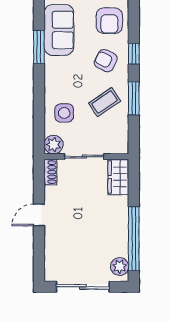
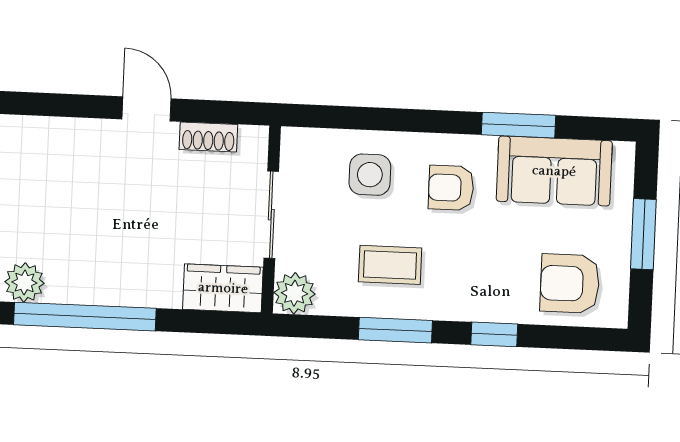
armchair: (106, 61) -> (451, 188), moved, turned -116
coffee table: (104, 102) -> (390, 265), turned -56
plant: (54, 145) -> (294, 293), moved
shoe rack: (50, 172) -> (208, 137), moved

